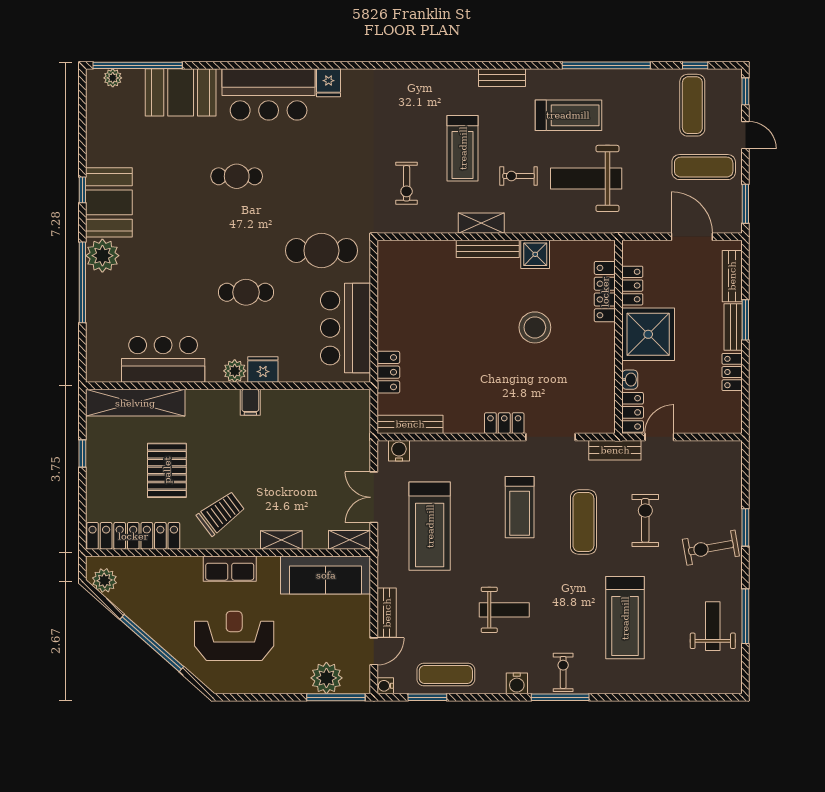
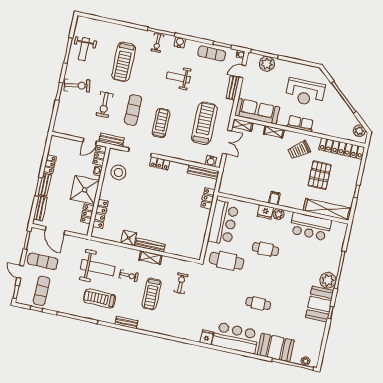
treadmill: (463, 148) -> (152, 294), turned 180
stool: (535, 327) -> (118, 172), moved
treadmill: (625, 618) -> (124, 62), turned 180

